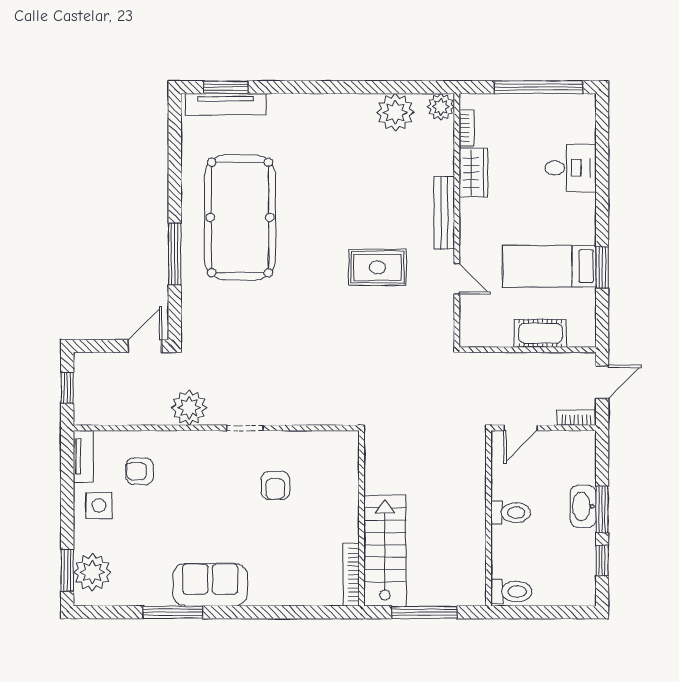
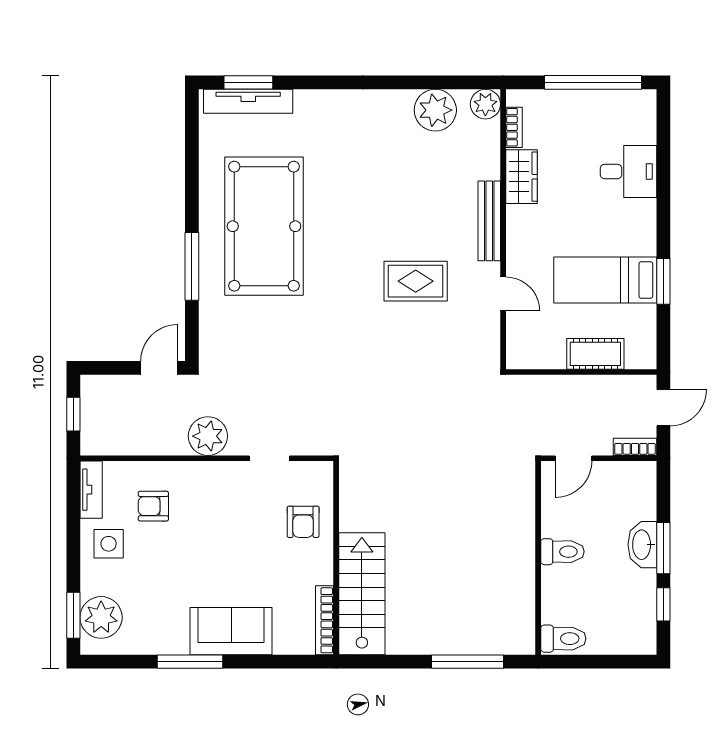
wall: (362, 518) -> (336, 558), moved
stairs: (385, 551) -> (362, 594), moved
bookcase: (351, 575) -> (325, 620), moved

